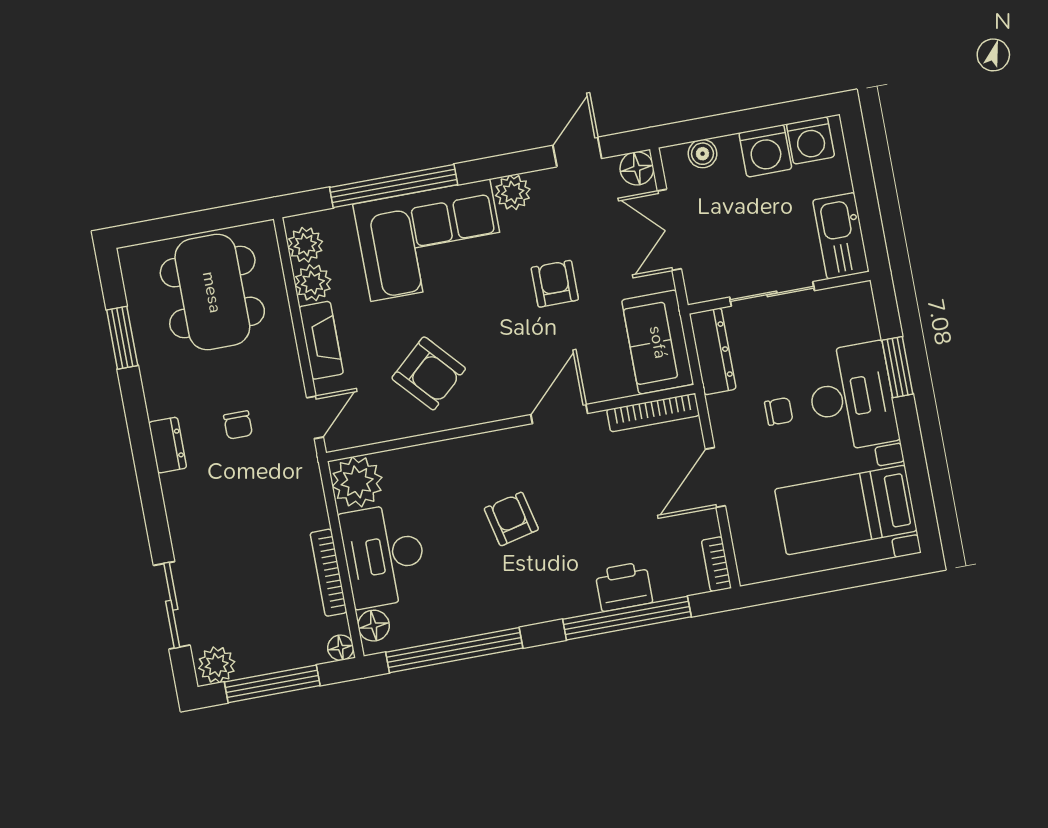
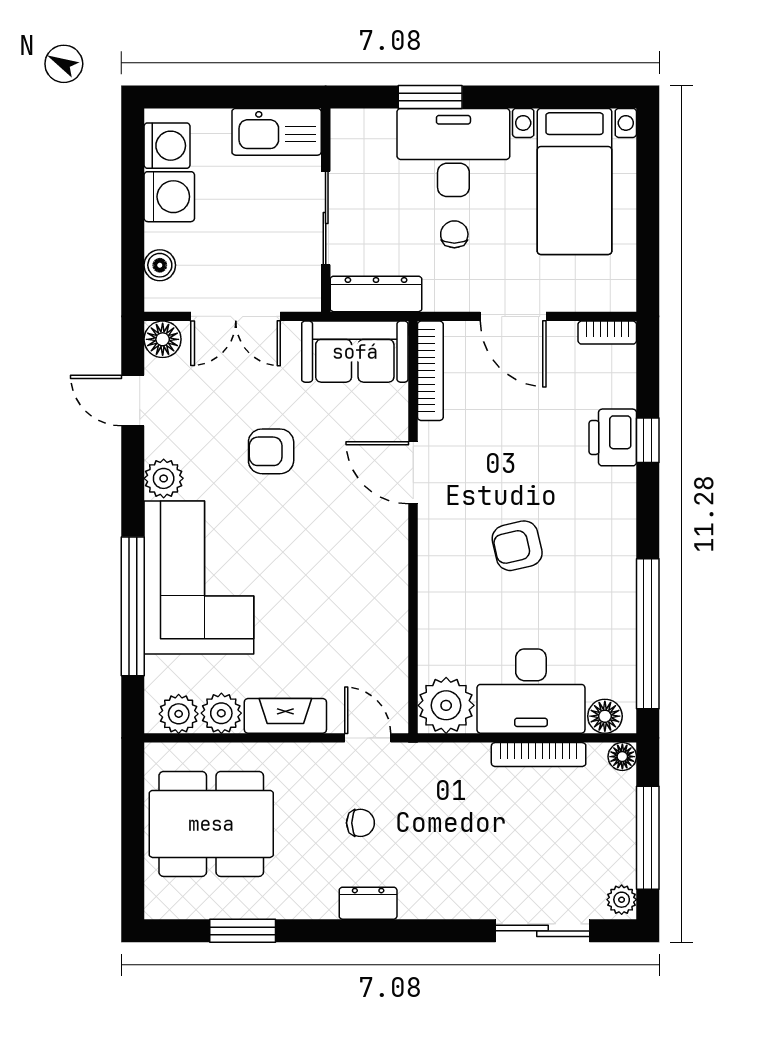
armchair: (429, 373) -> (343, 606), removed
window: (627, 618) -> (648, 440), width x0.32
plant: (217, 665) -> (622, 900), width x0.73, depth x0.73

